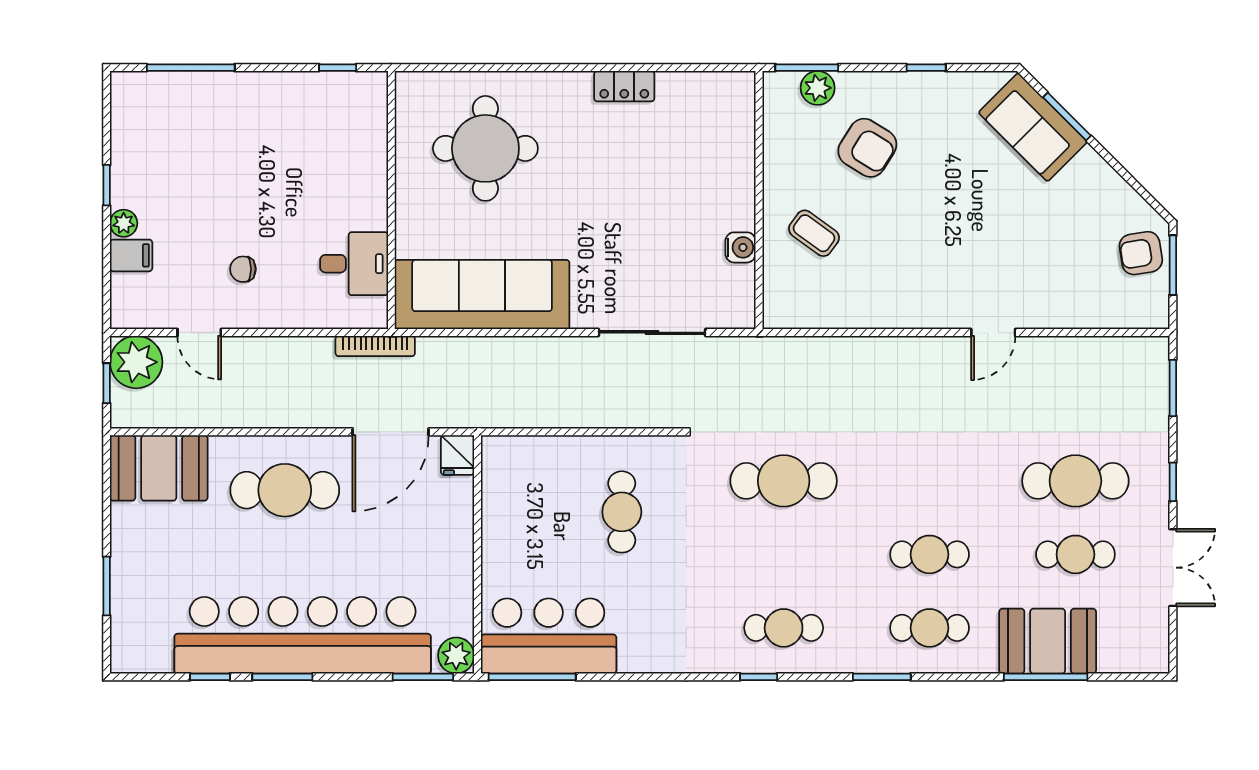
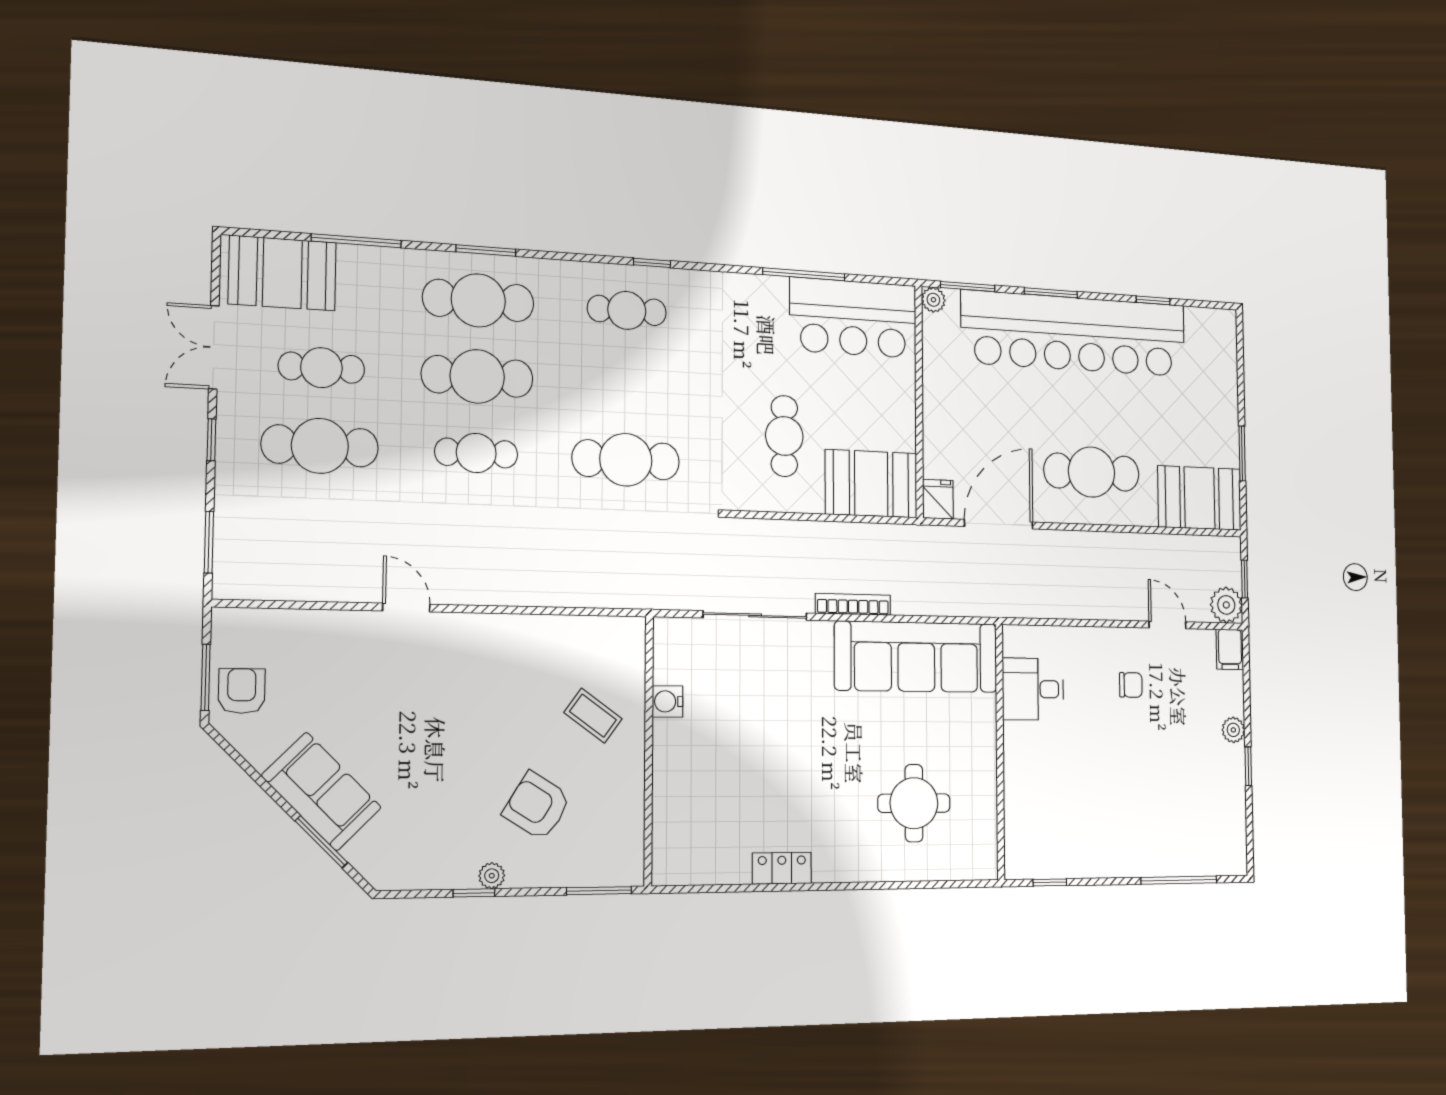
plant: (818, 88) -> (492, 876), moved, width x0.73, depth x0.73
sofa: (1033, 127) -> (322, 792), moved
round table: (485, 148) -> (914, 803), width x0.73, depth x0.73
armchair: (1141, 253) -> (242, 691), turned -81
filing cabinet: (131, 255) -> (1230, 649), moved, turned -90
door: (993, 333) -> (406, 607), hinge flipped
bookcase: (375, 346) -> (853, 604), moved
plant: (136, 362) -> (1226, 605), width x0.73, depth x0.73
booth: (530, 468) -> (871, 484), added
cafe table: (930, 481) -> (476, 453), added
cafe table: (930, 554) -> (477, 376), width x1.37, depth x1.35
window: (107, 586) -> (1242, 454), moved
cafe table: (930, 628) -> (478, 300), width x1.37, depth x1.35
booth: (1048, 641) -> (282, 273), moved
plant: (456, 656) -> (933, 300), width x0.73, depth x0.73
window: (282, 677) -> (1051, 293), moved
window: (532, 677) -> (804, 274), moved
window: (882, 677) -> (486, 250), moved

